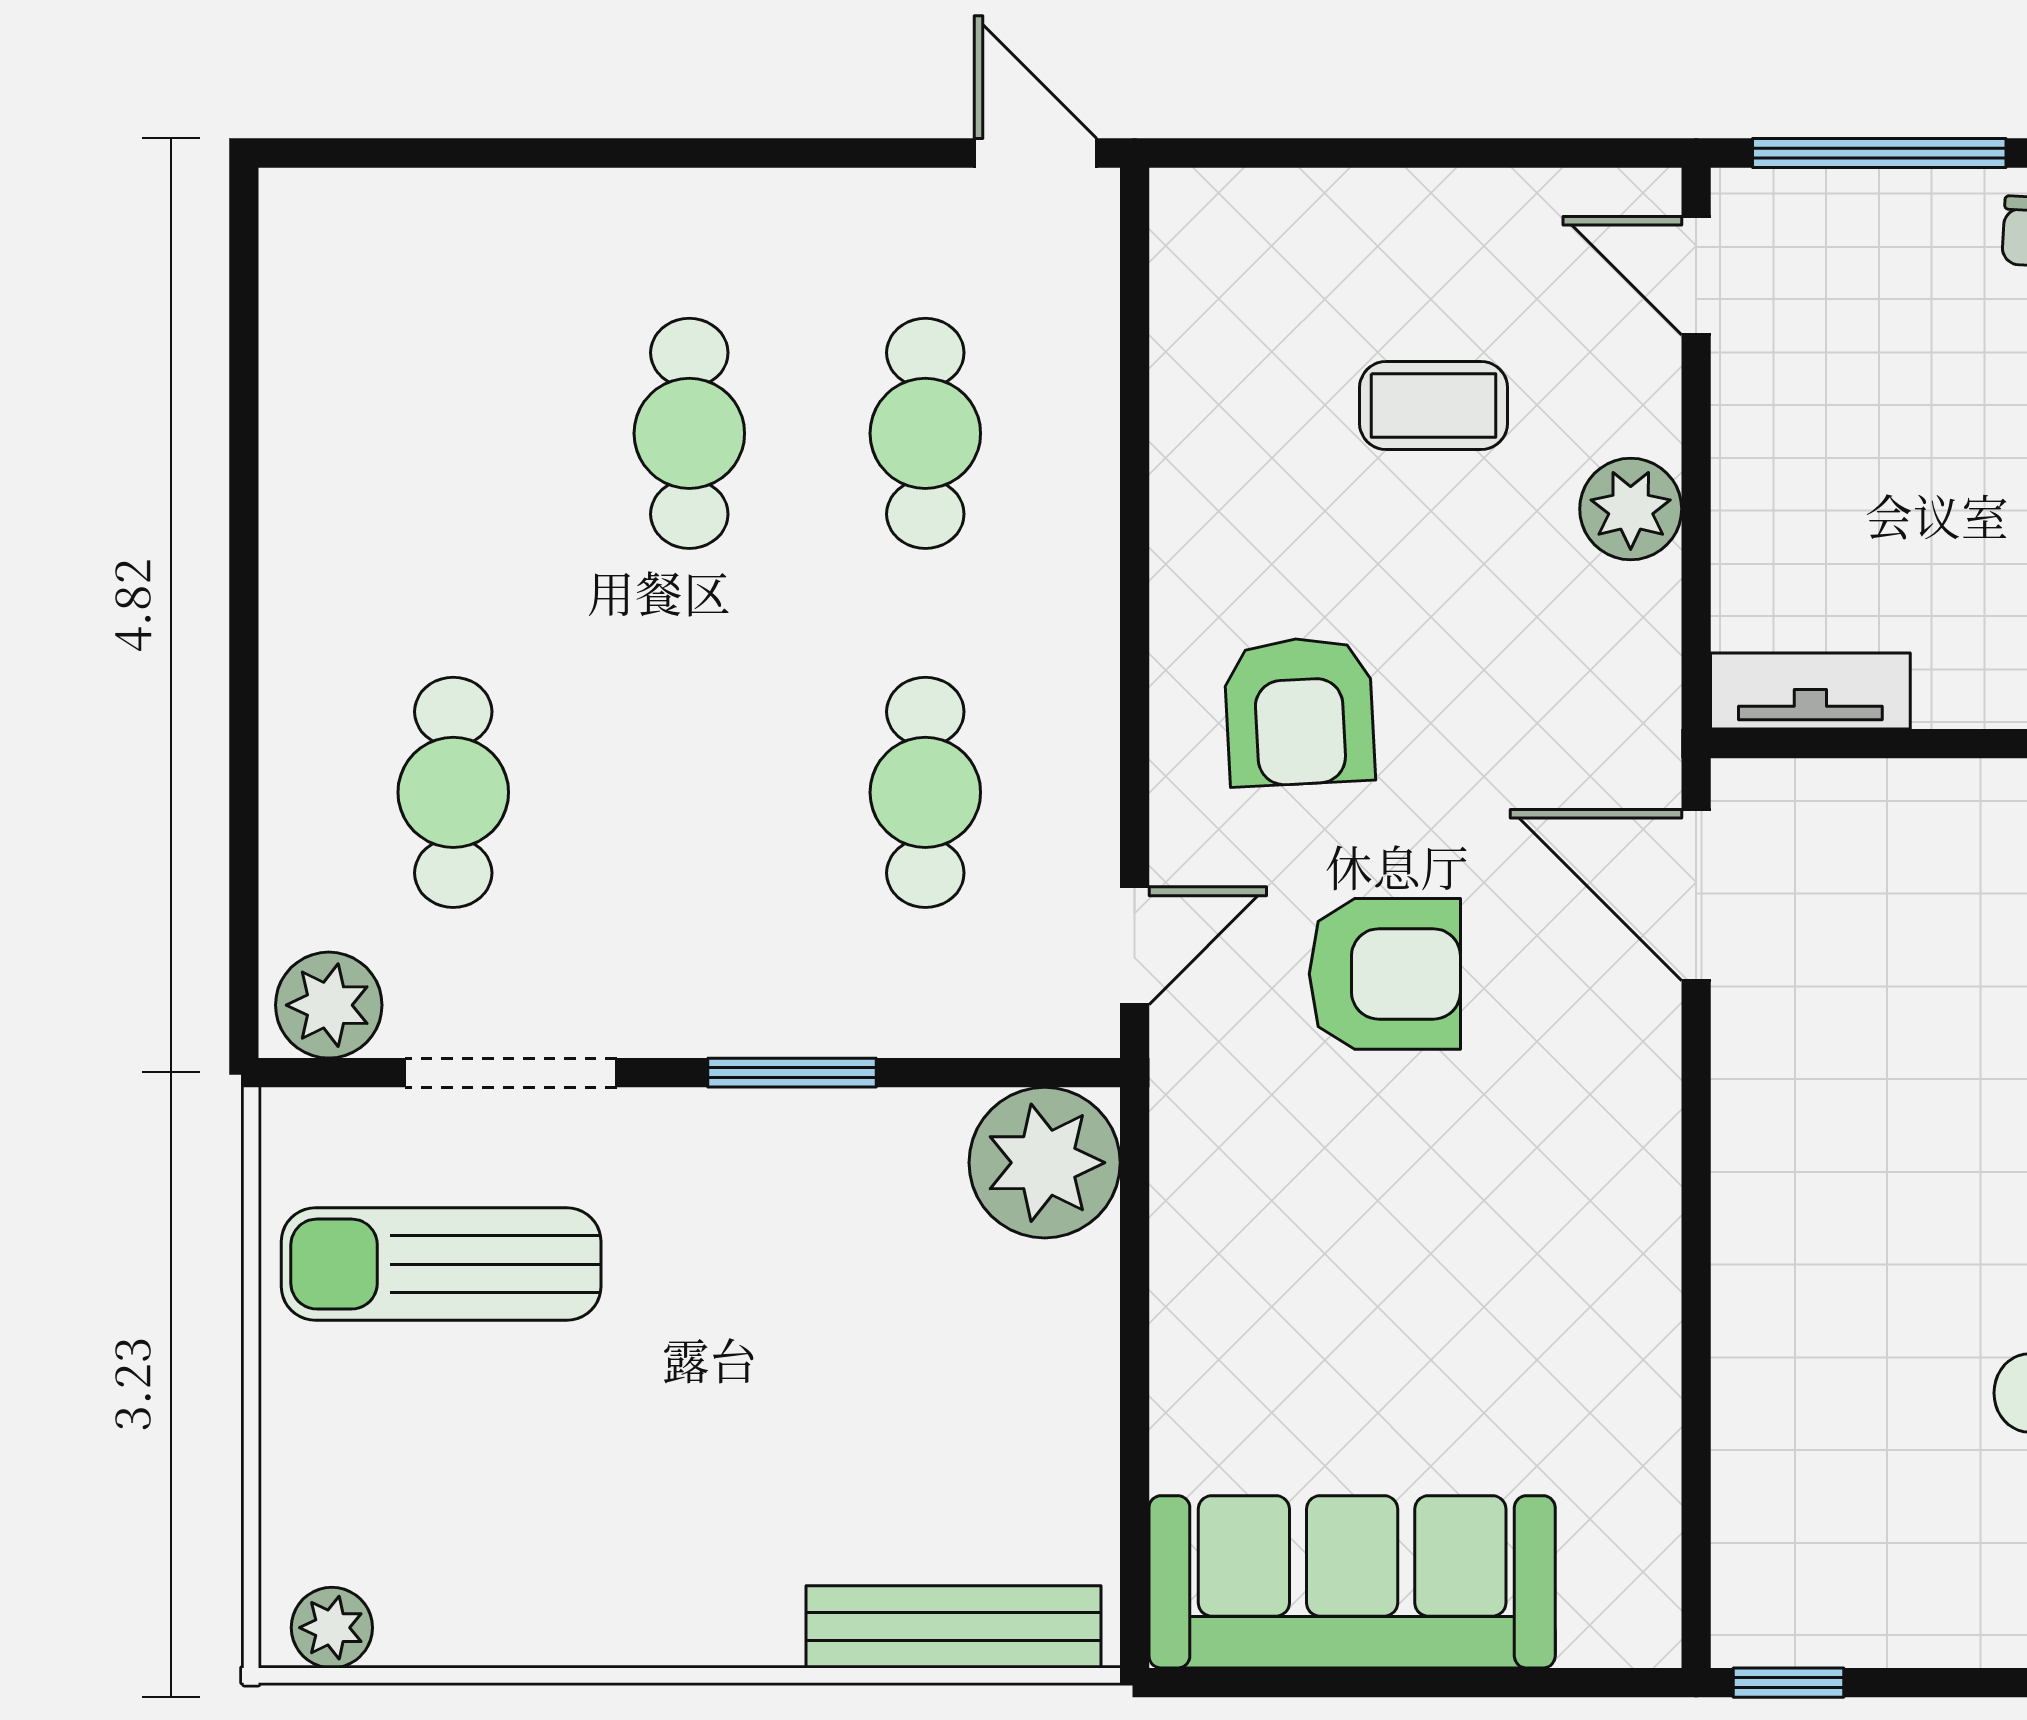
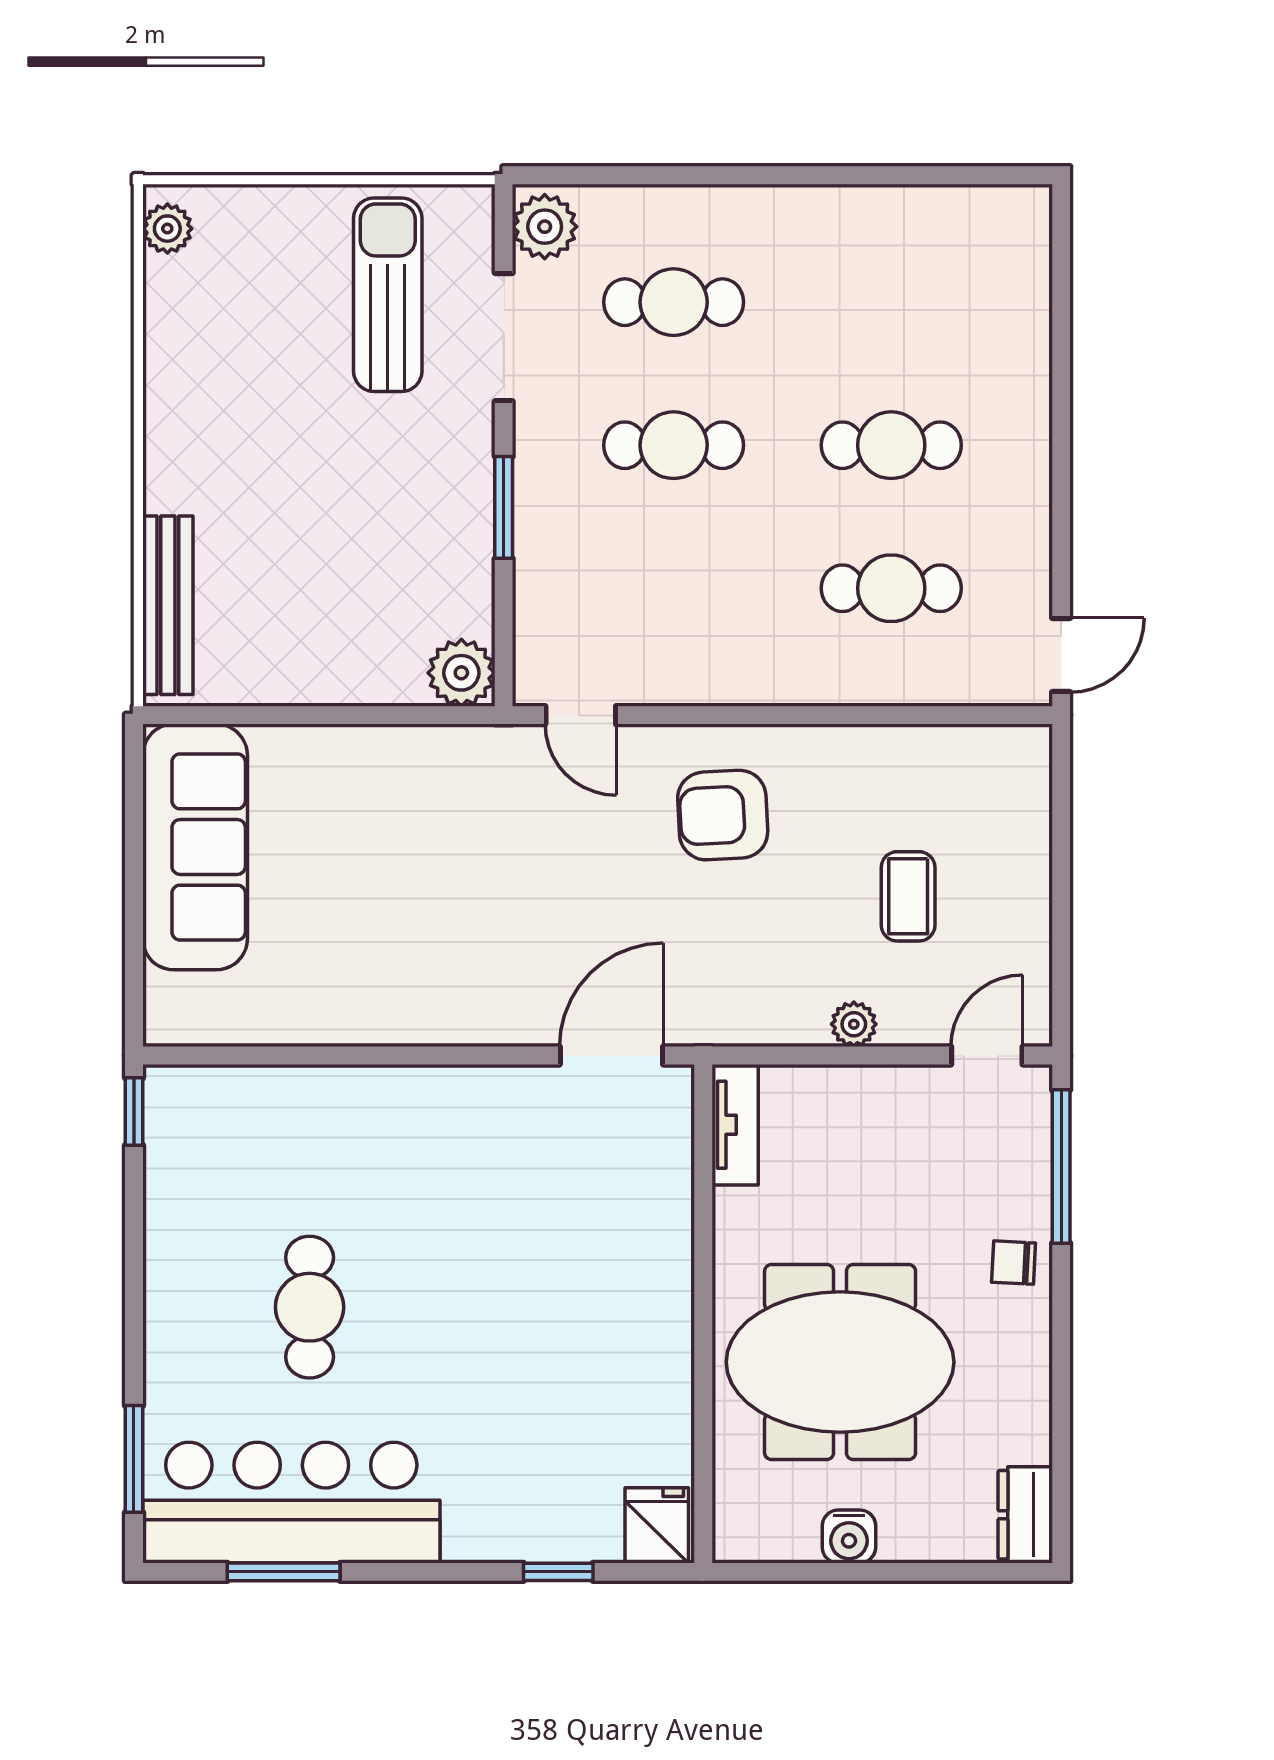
plant: (1631, 509) -> (854, 1024), width x0.73, depth x0.73
cafe table: (925, 792) -> (674, 445), moved
armchair: (1385, 974) -> (564, 867), removed
plant: (1045, 1163) -> (461, 673), width x0.73, depth x0.73

